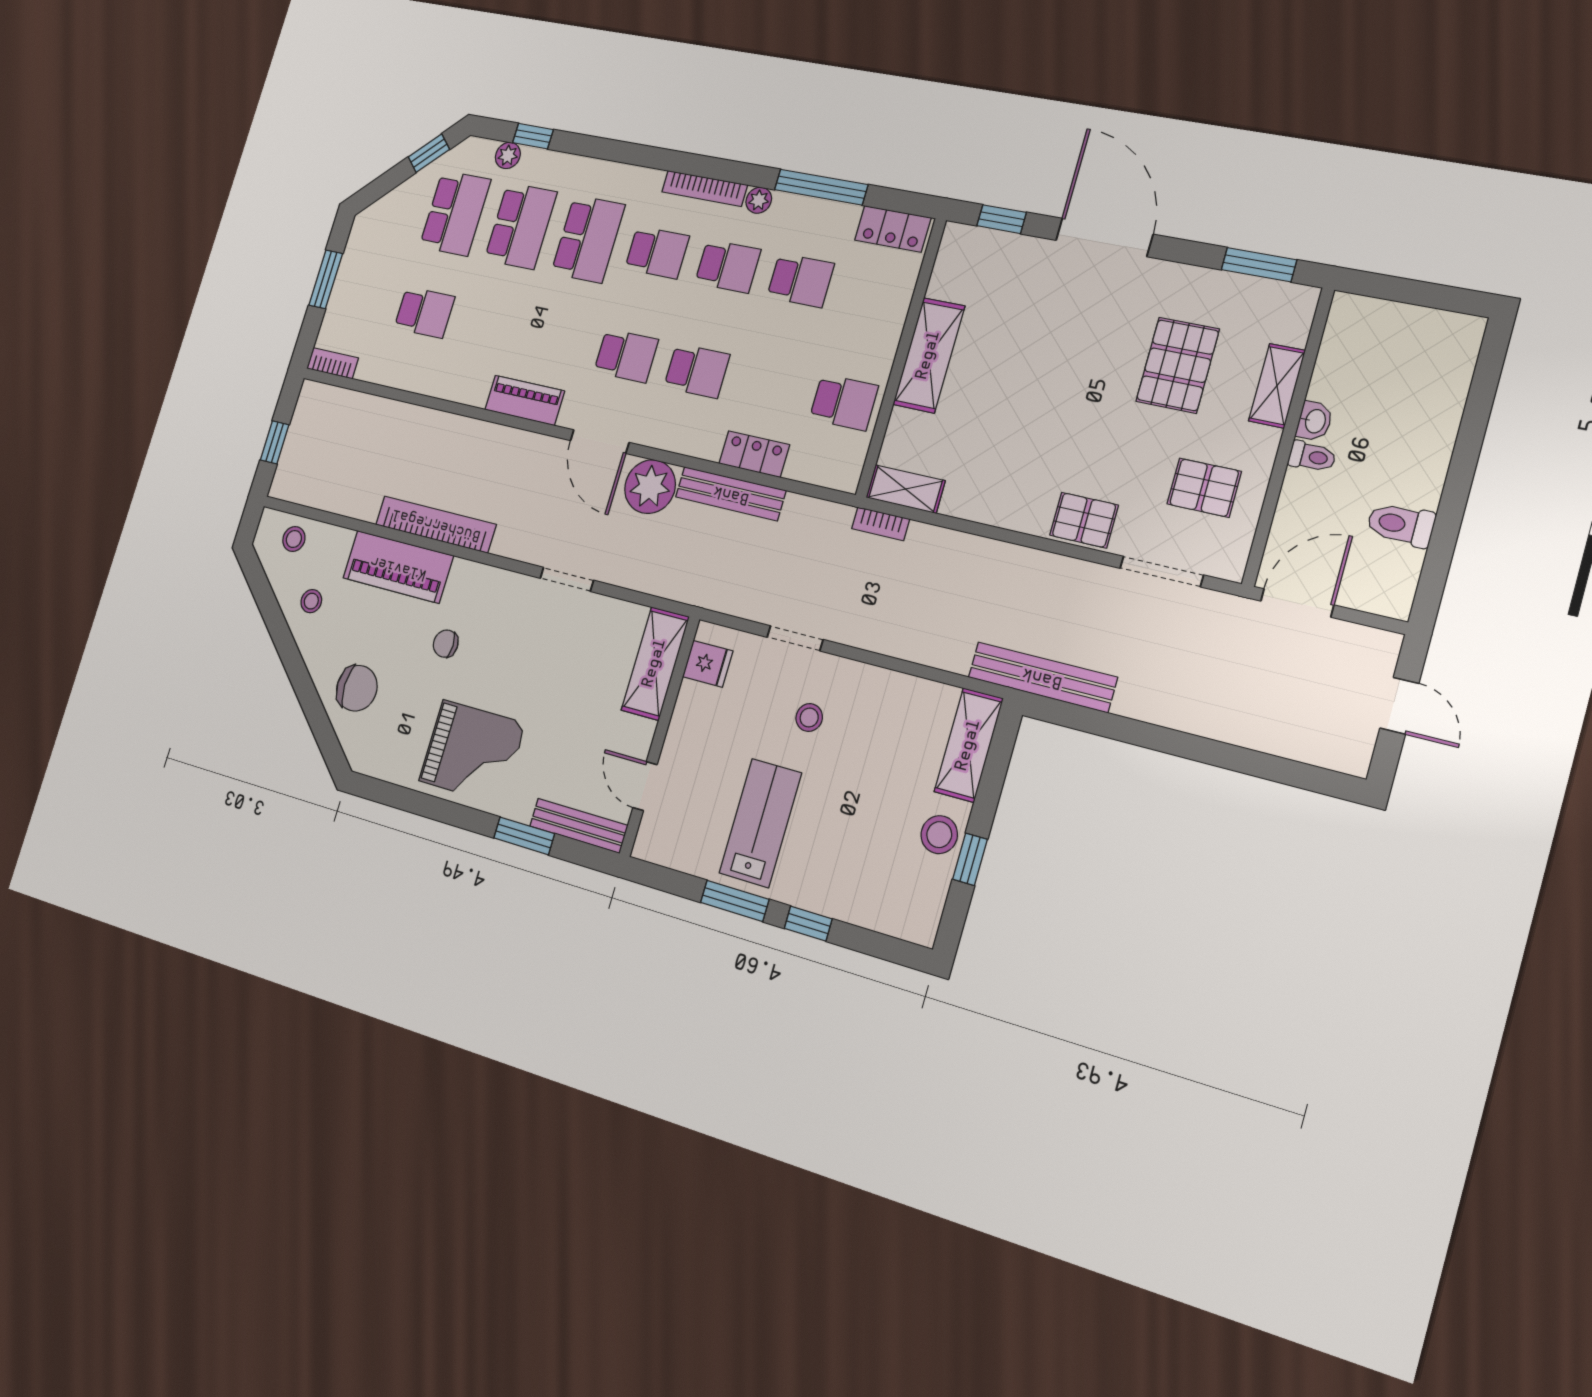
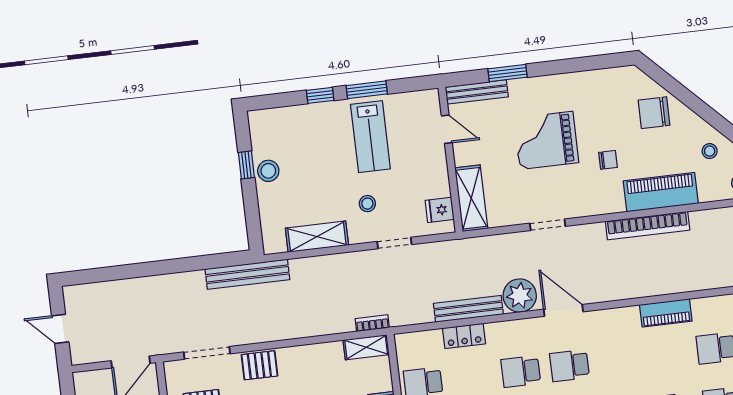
piano: (525, 400) -> (666, 313), moved
shelving: (969, 745) -> (317, 237), moved, turned 90
grand piano: (472, 752) -> (546, 140), moved

